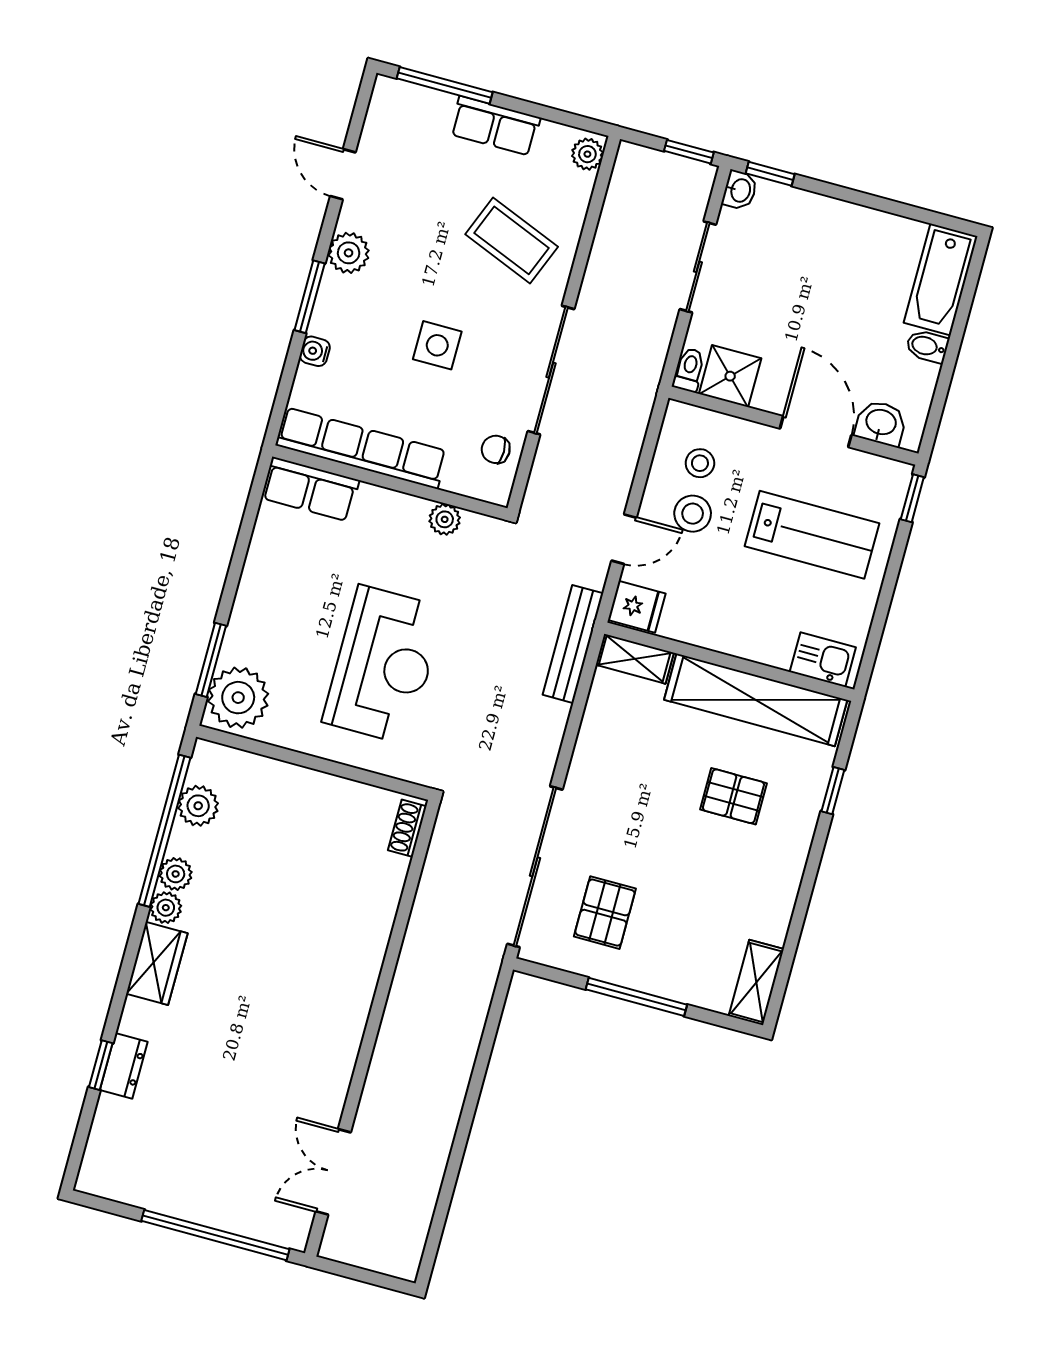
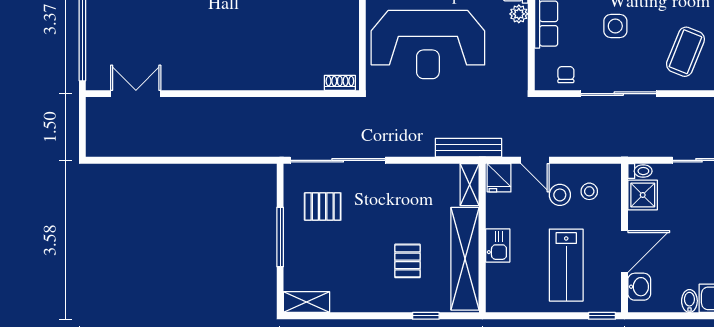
plant: (445, 519) -> (519, 14), moved
kitchen sink: (823, 660) -> (498, 245), moved
reception desk: (383, 665) -> (428, 45), width x1.36, depth x1.30

